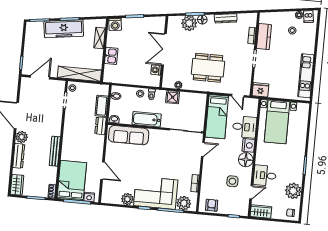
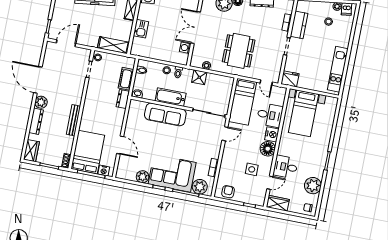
dining table: (208, 68) -> (239, 51), turned 90
shelving: (79, 74) -> (113, 45), width x0.68
sofa: (129, 135) -> (165, 114), moved

